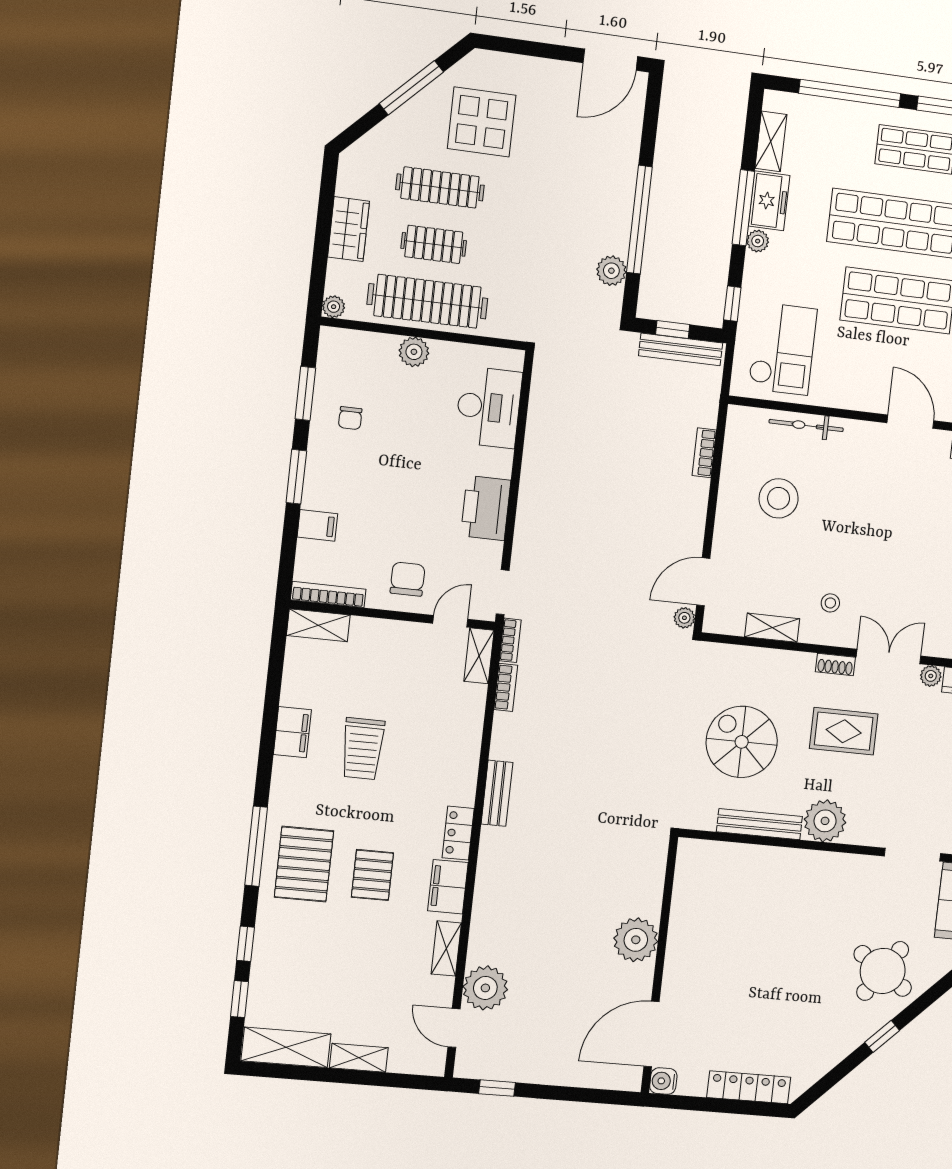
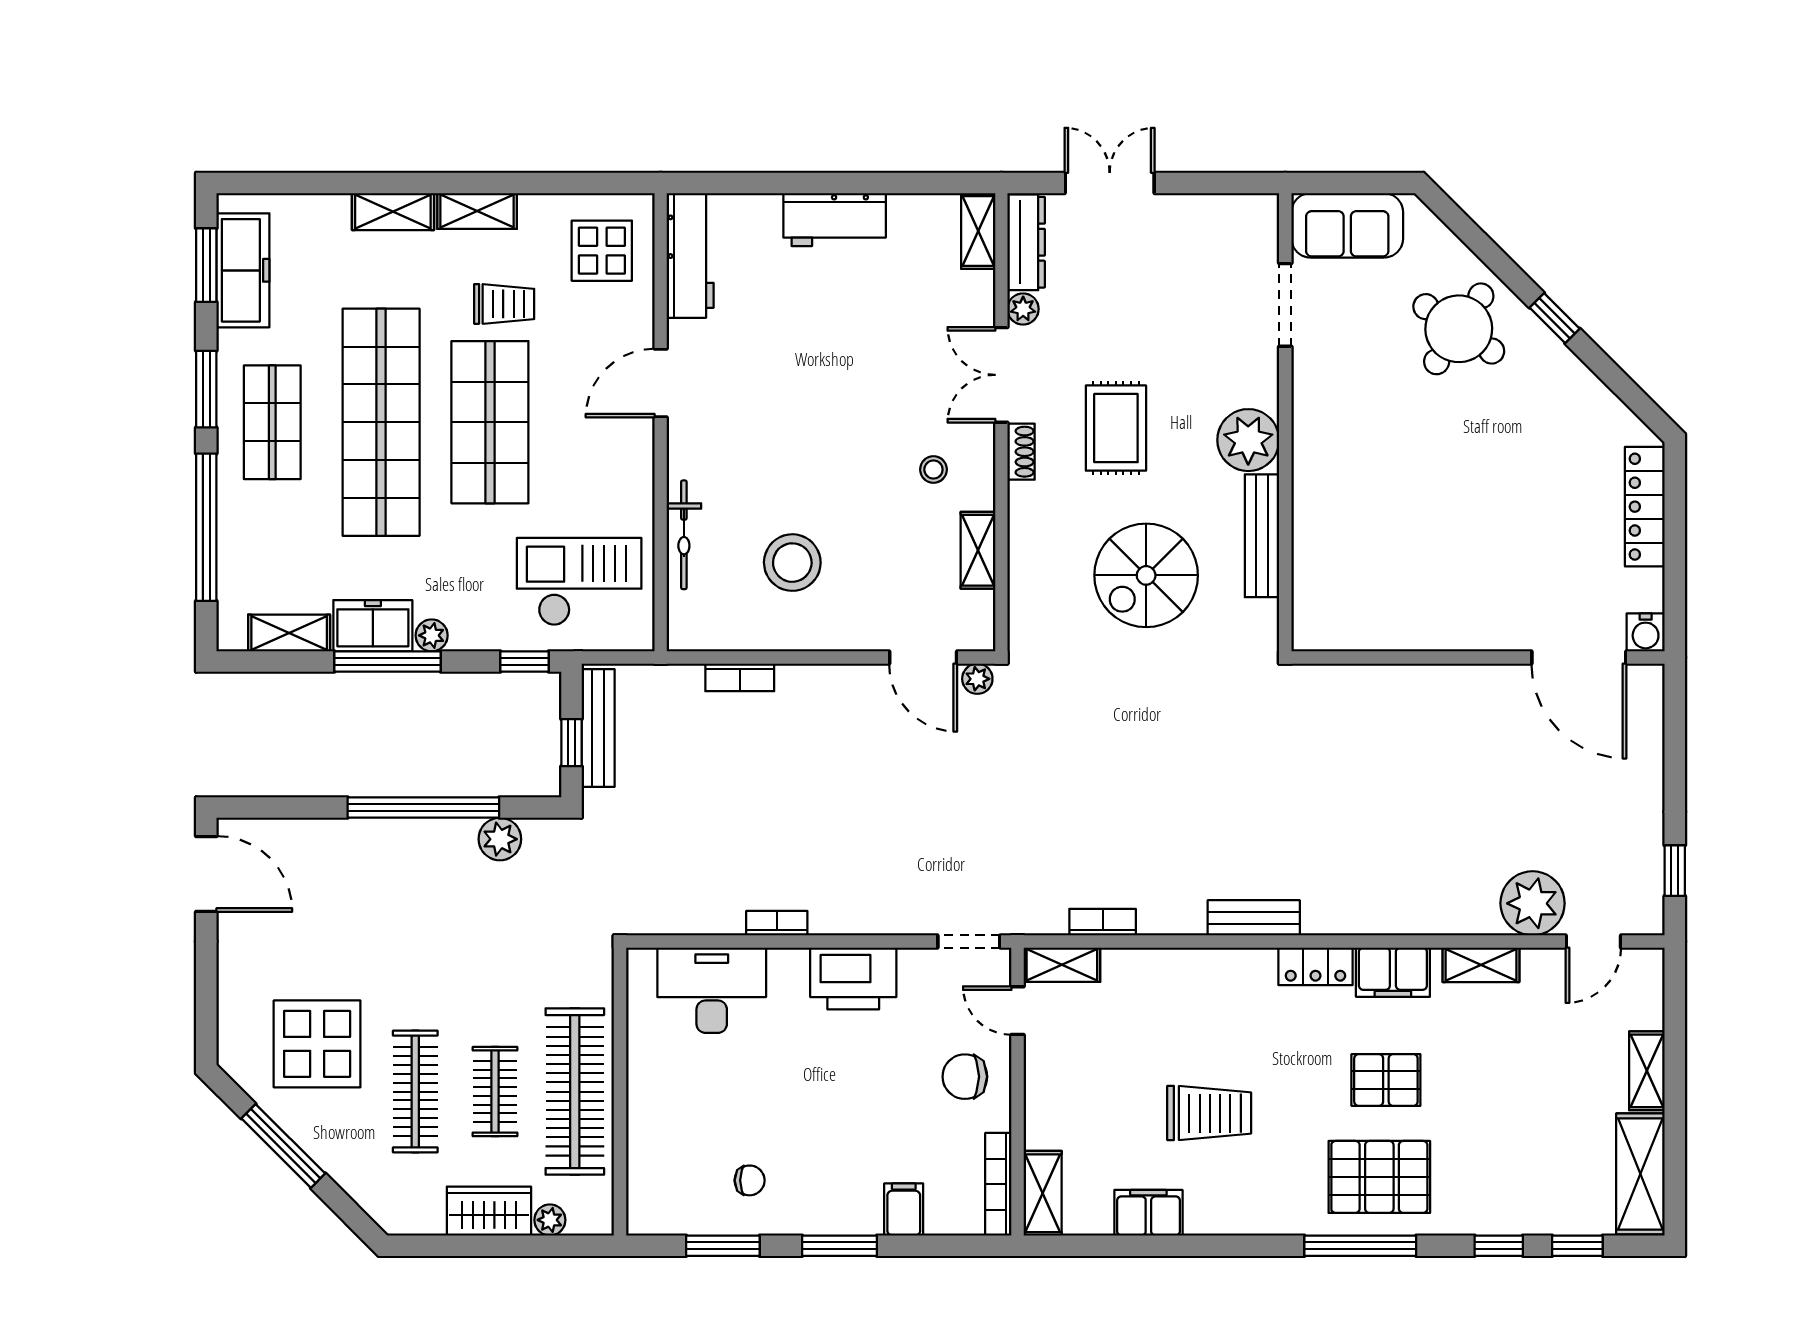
plant: (334, 307) -> (550, 1220), moved
plant: (414, 352) -> (647, 1102), removed
bookcase: (510, 640) -> (777, 923), moved
filing cabinet: (292, 732) -> (1148, 1213), moved
plant: (636, 940) -> (1445, 696), removed

